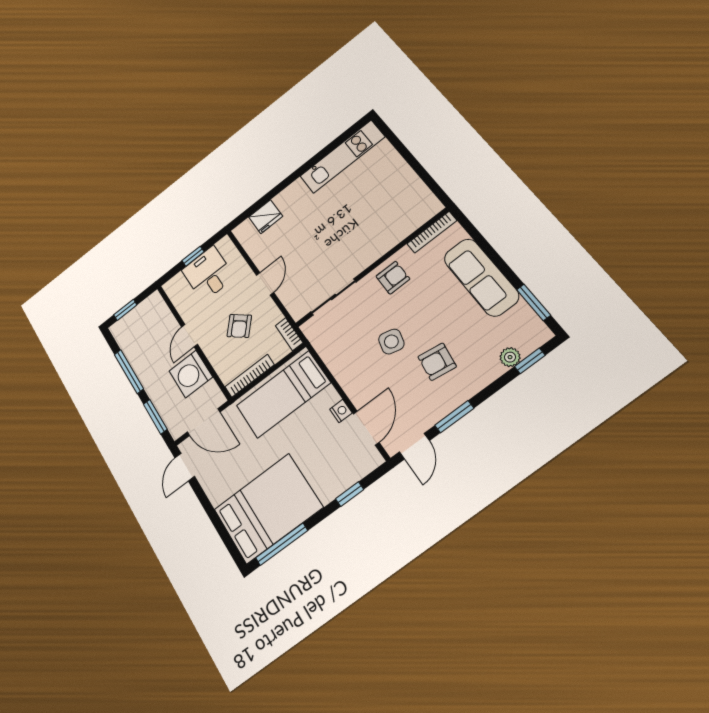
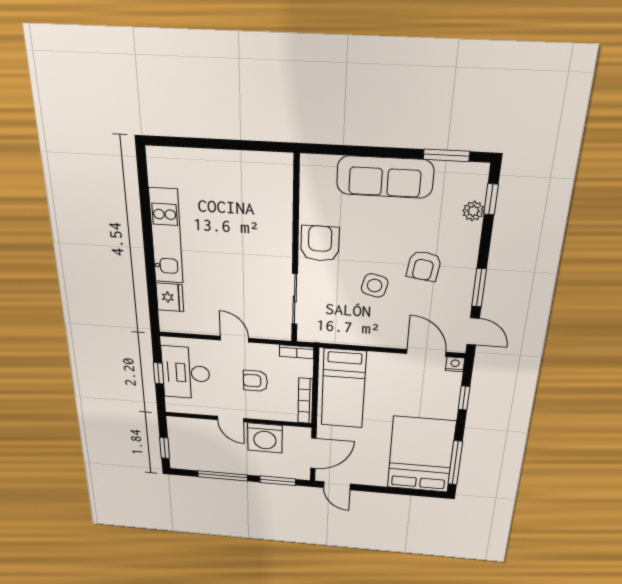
kitchen unit: (342, 157) -> (166, 236), moved
bookcase: (432, 232) -> (307, 182), removed
desk: (208, 274) -> (186, 373), width x1.37
armchair: (393, 278) -> (320, 243), width x1.38, depth x1.38
armchair: (239, 326) -> (255, 381), turned 139
nightstand: (341, 411) -> (455, 364), moved

